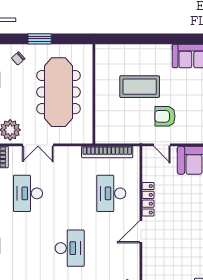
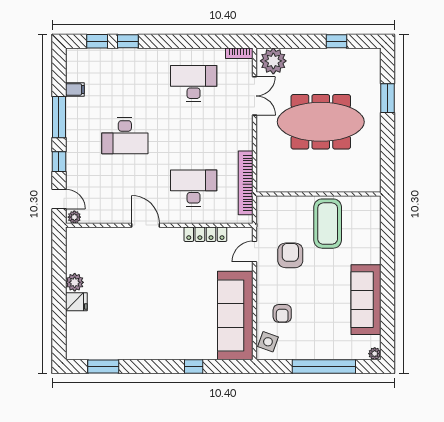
chair: (18, 58) -> (363, 71), removed
wall: (94, 94) -> (319, 194), moved
double door: (38, 145) -> (254, 96), swing flipped
locker: (148, 199) -> (205, 234), moved

